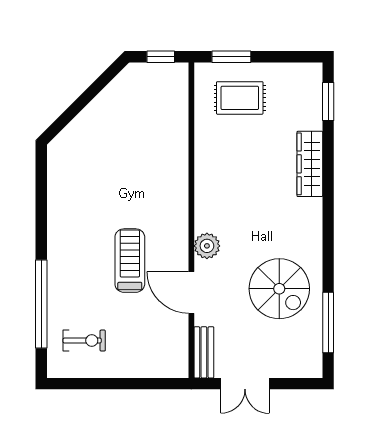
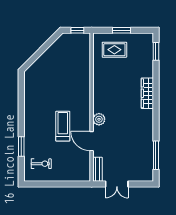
window: (231, 57) -> (122, 30), moved
wardrobe: (310, 164) -> (147, 93), moved
spiral stairs: (279, 289) -> (133, 139), removed
window: (41, 304) -> (21, 147), width x0.47

